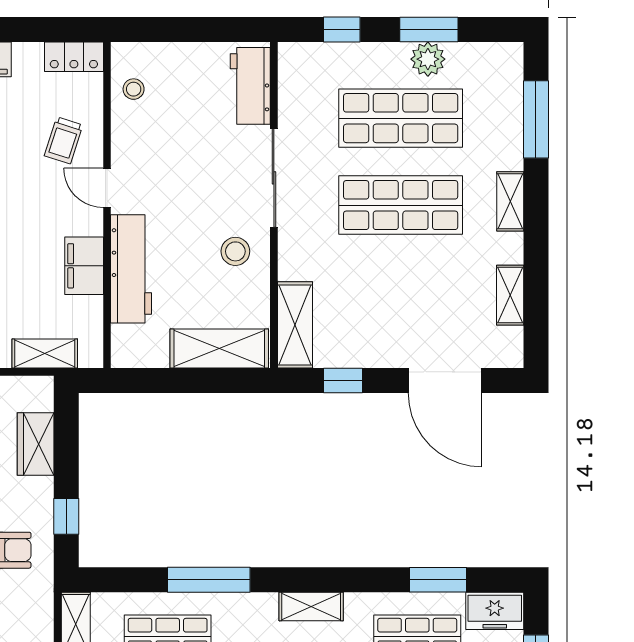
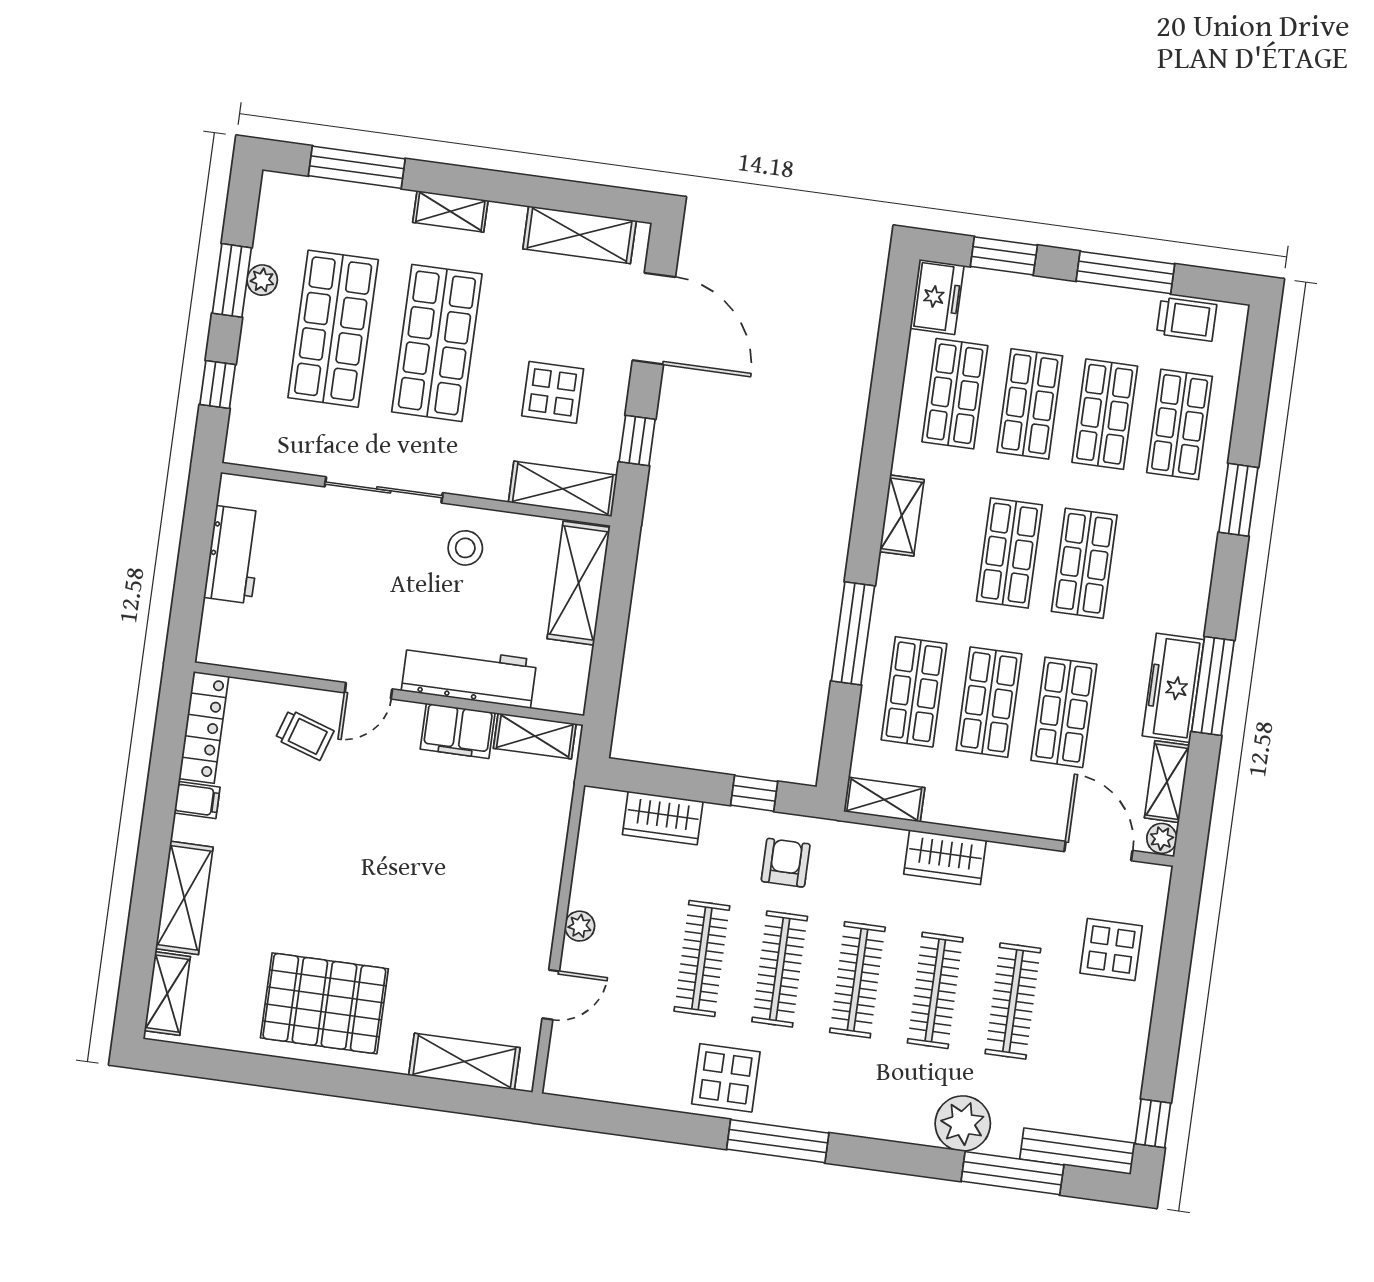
locker: (74, 57) -> (204, 727), width x1.53
plant: (428, 59) -> (262, 280), width x0.73, depth x0.73
workbench: (250, 86) -> (234, 555), moved, turned -90
stool: (134, 89) -> (255, 643), removed
shelving: (510, 295) -> (580, 235), width x1.50, depth x1.33
display table: (373, 306) -> (553, 392), added
shelving: (45, 354) -> (535, 736), moved, turned 90
door: (445, 381) -> (654, 319), hinge flipped
window: (438, 580) -> (890, 360), removed

